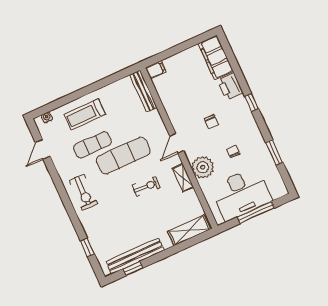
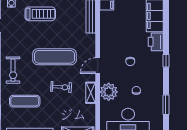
treadmill: (85, 114) -> (40, 14), turned 180
exercise mat: (92, 145) -> (25, 101), moved

